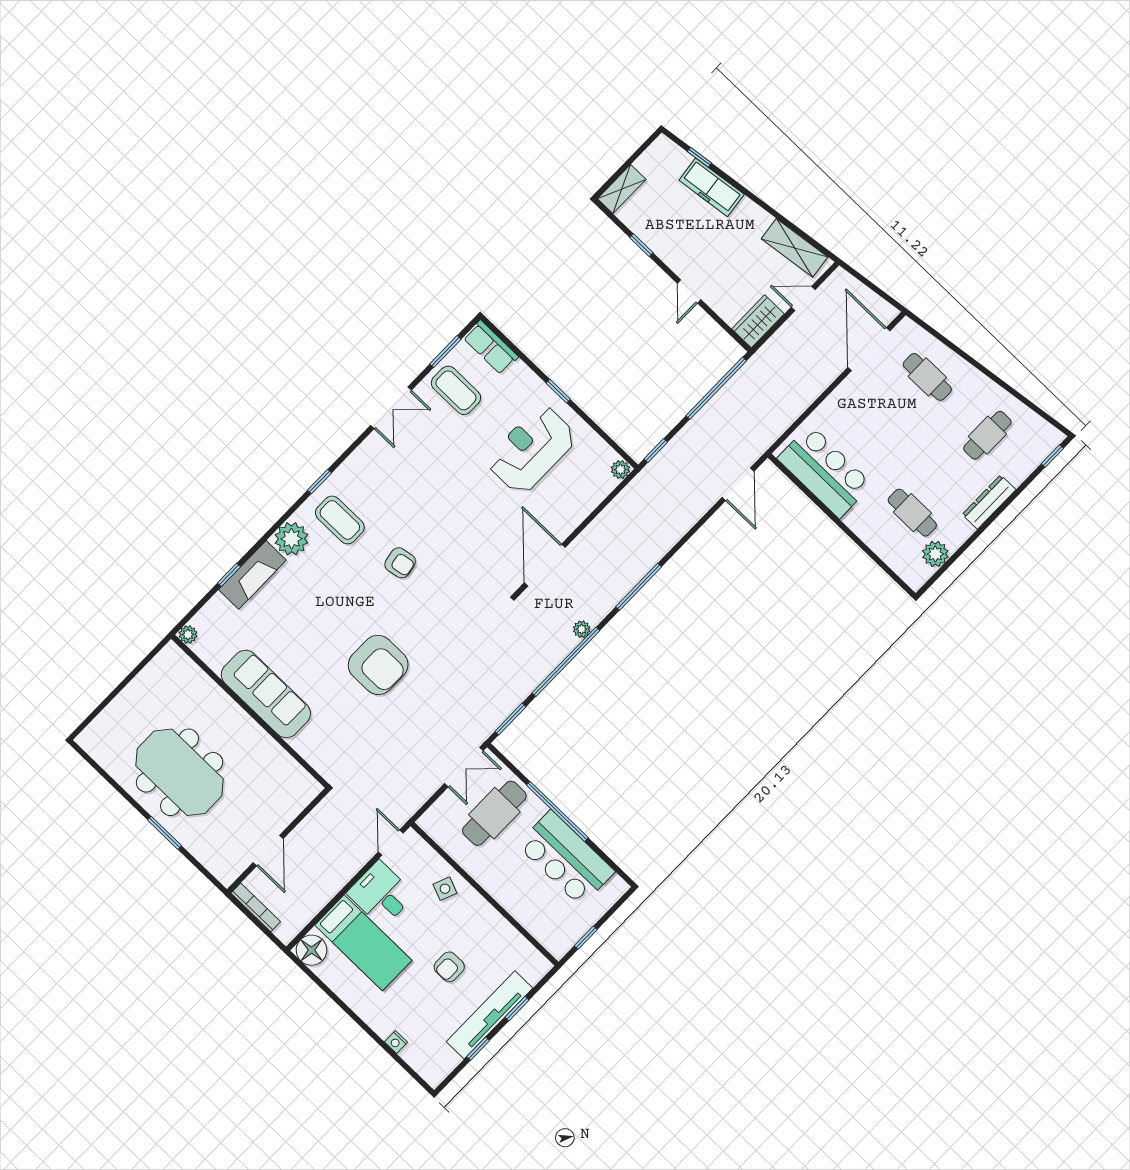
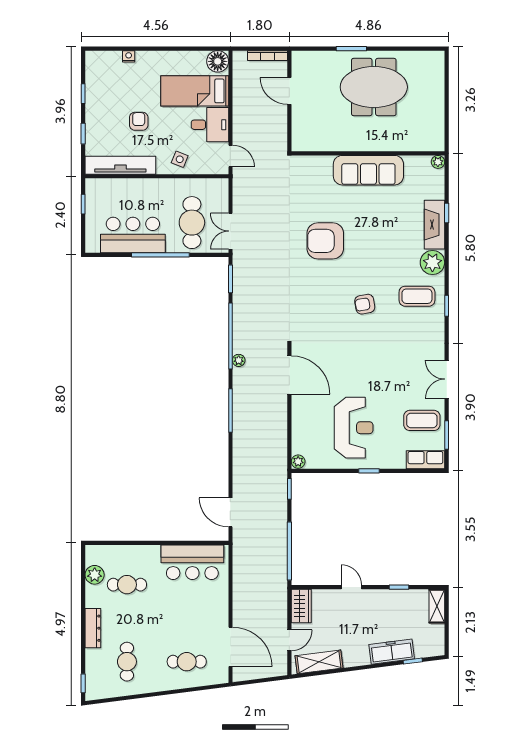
tv unit: (489, 1015) -> (120, 165), moved, turned -90

